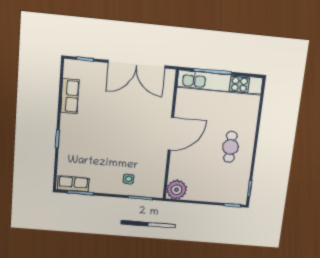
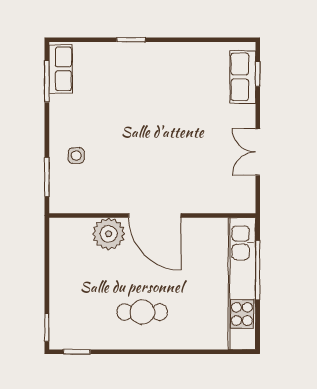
double door: (136, 64) -> (258, 152), width x0.54
row of seats: (70, 96) -> (243, 77), moved, turned 90
plant: (177, 190) -> (109, 234), moved

